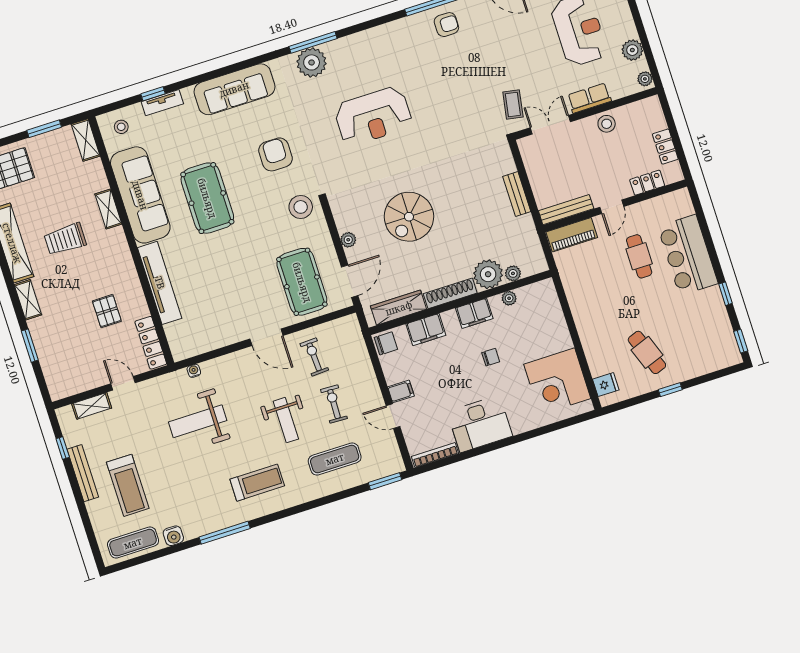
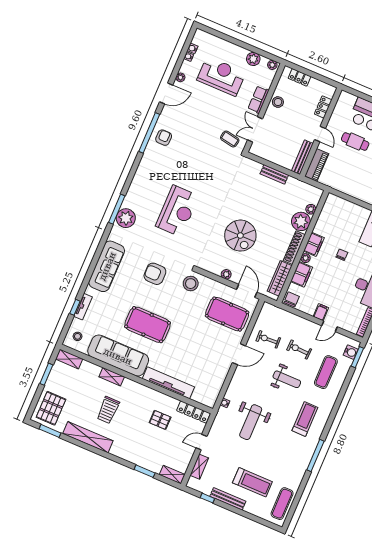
locker: (665, 147) -> (299, 77), moved
plant: (509, 298) -> (306, 258), moved
shelving: (28, 300) -> (172, 475), moved
water cooler: (173, 536) -> (351, 352), moved

